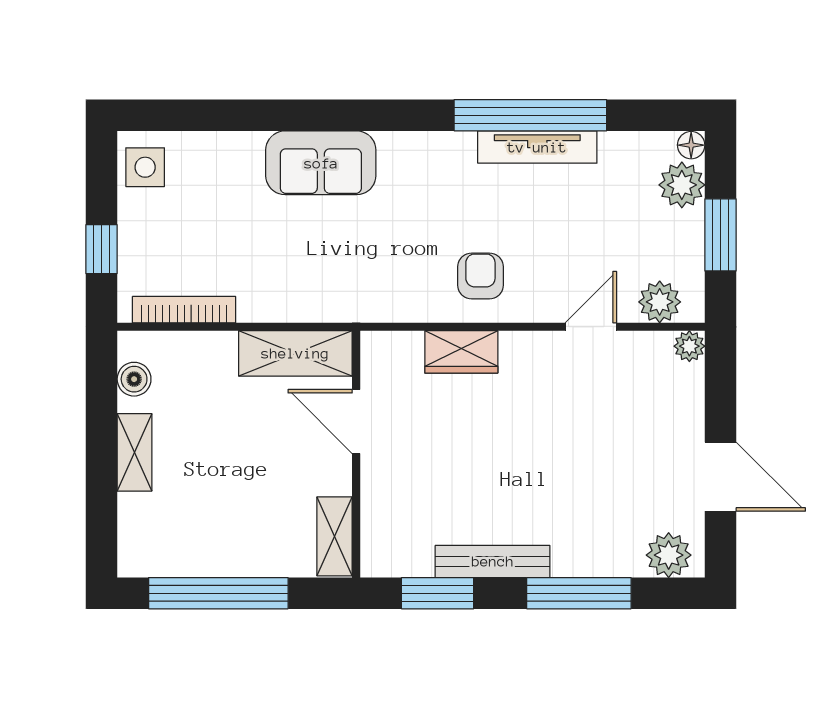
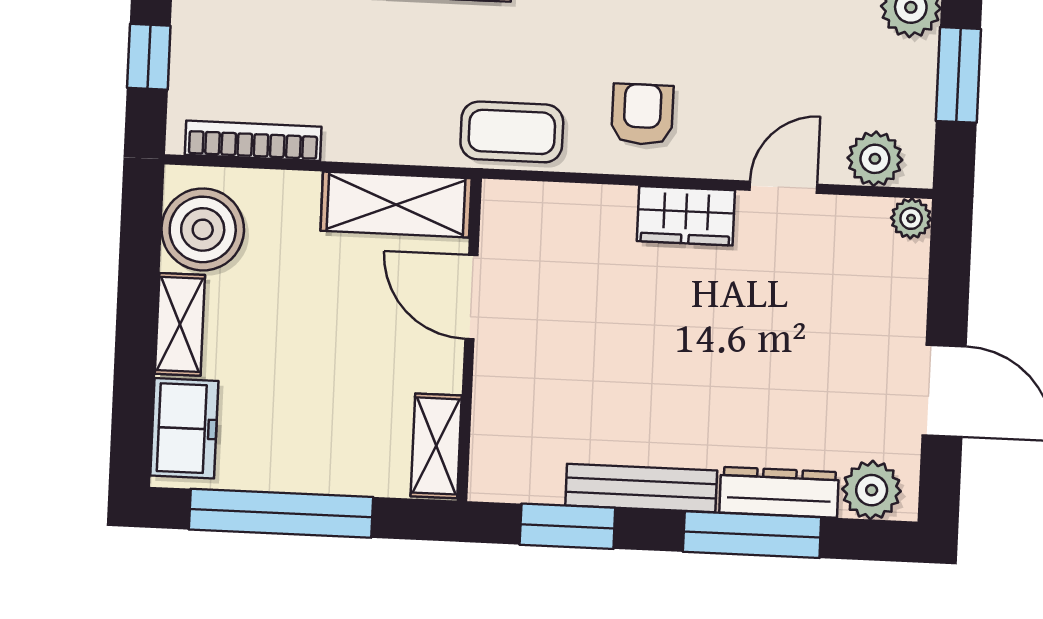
coffee table: (381, 294) -> (512, 132), added
wardrobe: (461, 352) -> (686, 216), moved
boiler: (134, 379) -> (203, 229), width x1.86, depth x1.86
freezer: (142, 532) -> (184, 428), added
dresser: (598, 560) -> (779, 492), added

